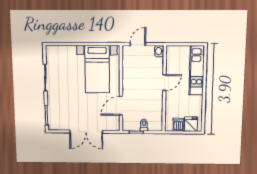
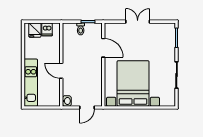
bed with nightstands: (97, 69) -> (133, 83), width x1.36
door: (164, 83) -> (61, 71), hinge flipped
door: (121, 106) -> (103, 48), hinge flipped
double door: (86, 132) -> (138, 22), width x0.73

